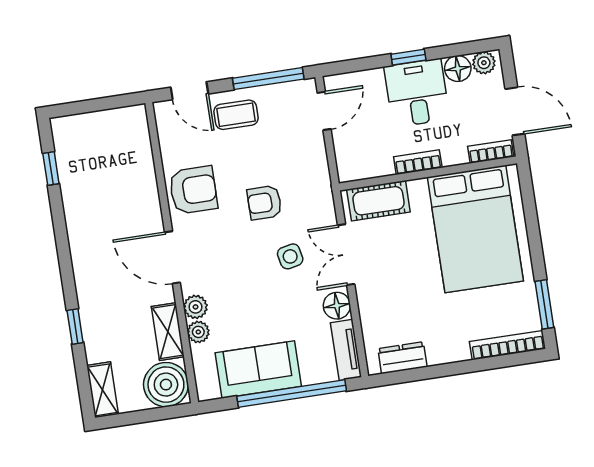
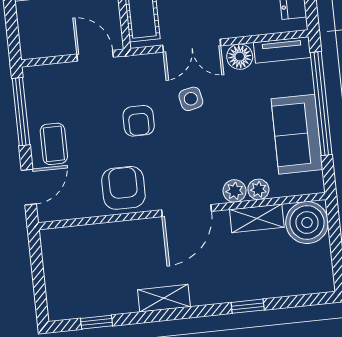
door: (324, 111) -> (95, 56), moved
shelving: (103, 390) -> (164, 298), moved

